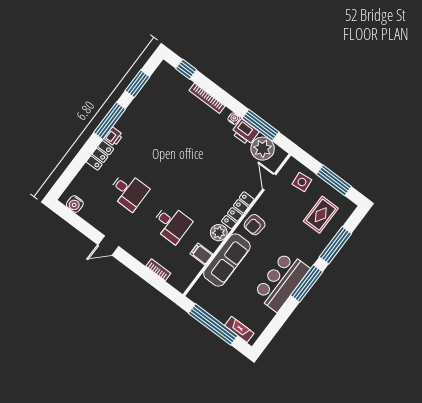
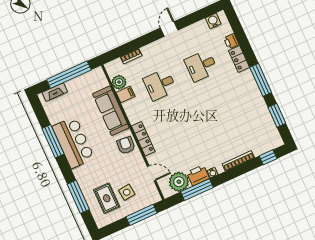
printer: (114, 137) -> (231, 41), moved
window: (334, 180) -> (141, 215), moved
side table: (302, 182) -> (127, 192), moved
plant: (219, 233) -> (119, 82), moved
window: (307, 284) -> (53, 141), moved

